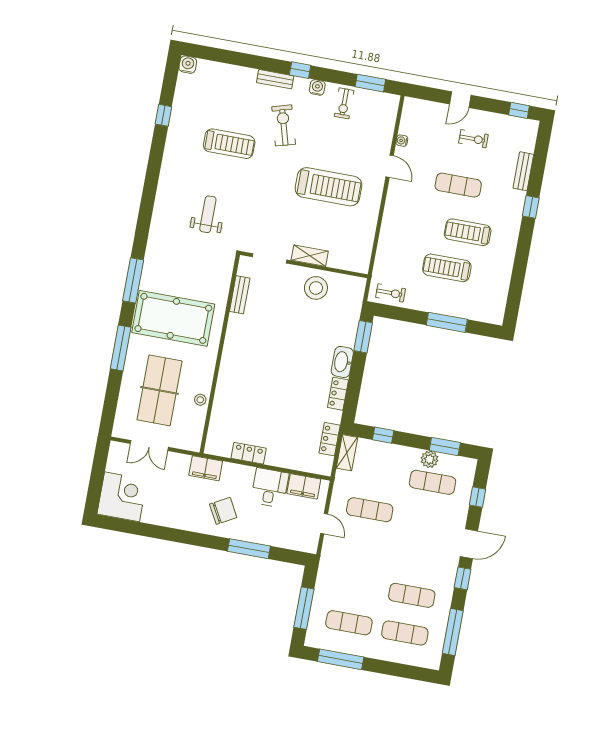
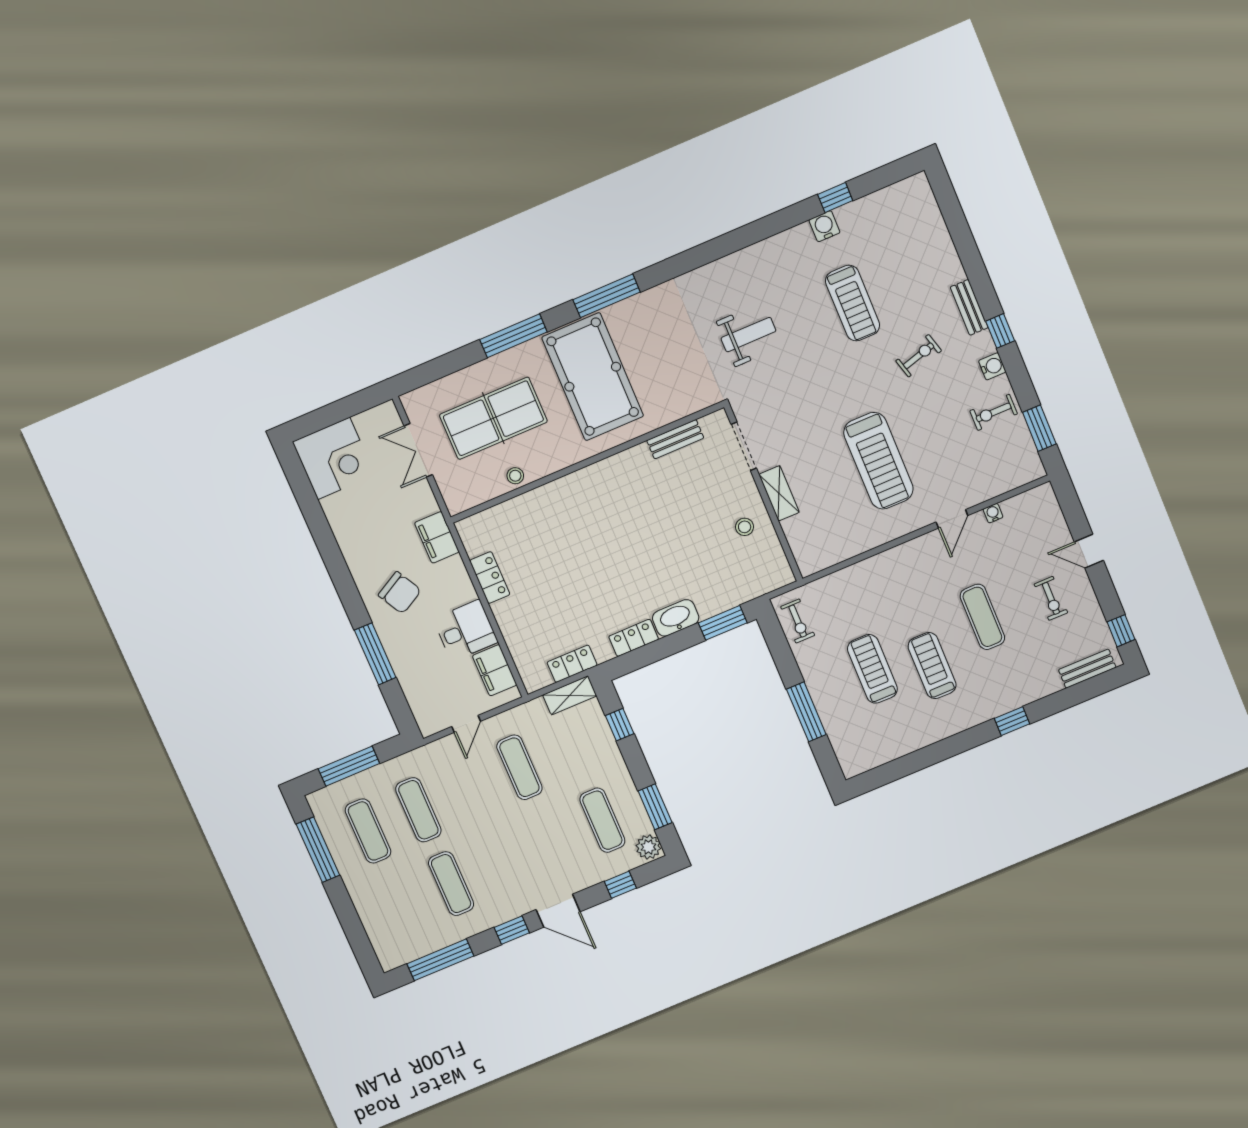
water cooler: (188, 65) -> (824, 226), moved, turned -90
exercise bike: (284, 125) -> (919, 356), width x0.73, depth x0.72
bench: (523, 171) -> (1087, 669), moved
stool: (316, 288) -> (745, 527), width x0.53, depth x0.53
plant: (430, 459) -> (648, 847), moved
exercise mat: (405, 633) -> (418, 810), moved

